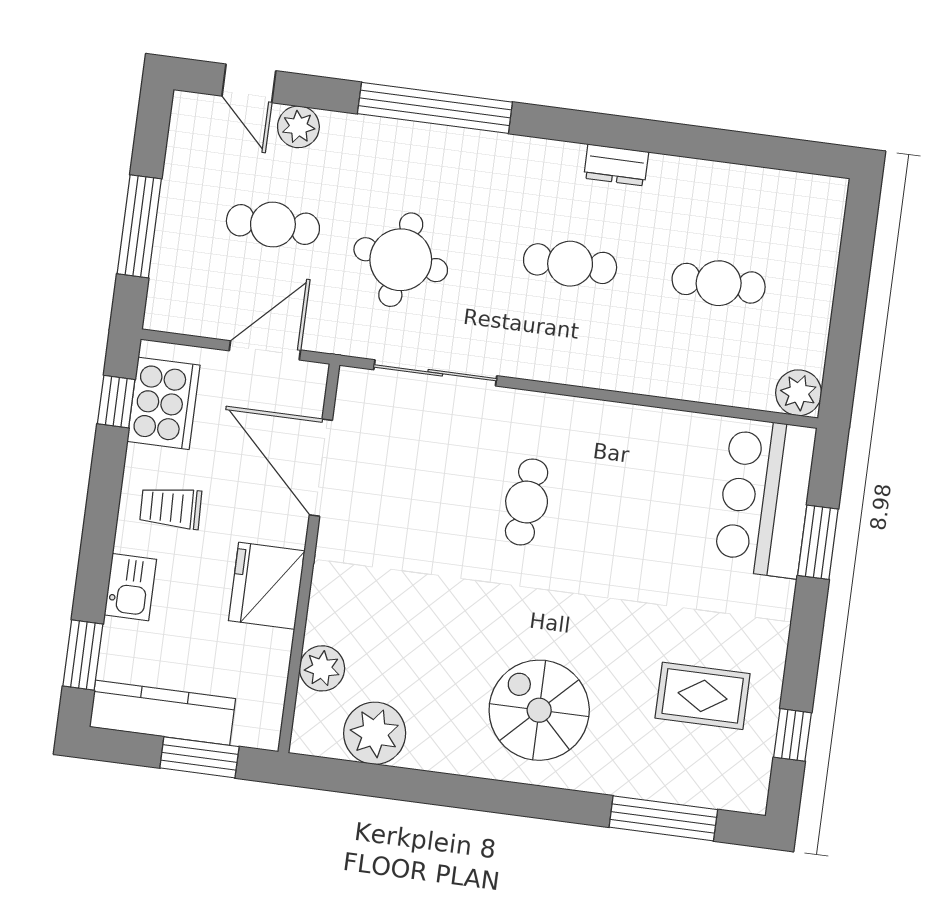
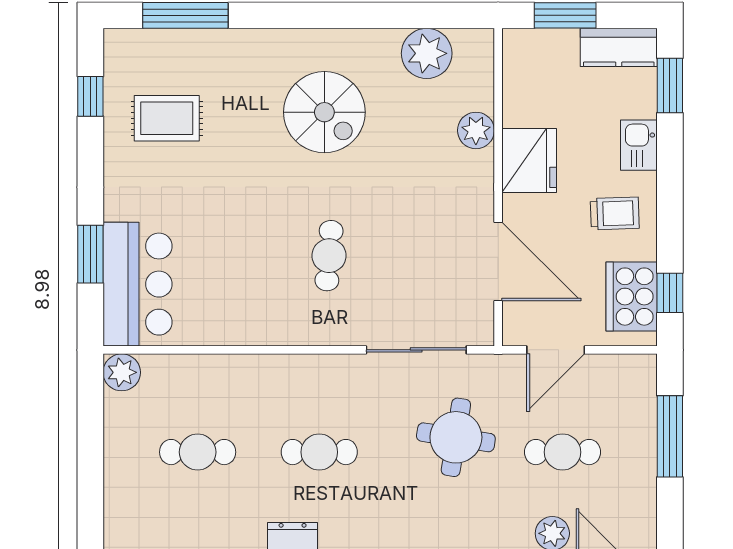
plant: (322, 668) -> (476, 130), moved
spiral stairs: (539, 710) -> (324, 112), moved
kitchen counter: (162, 713) -> (619, 47), width x0.67

